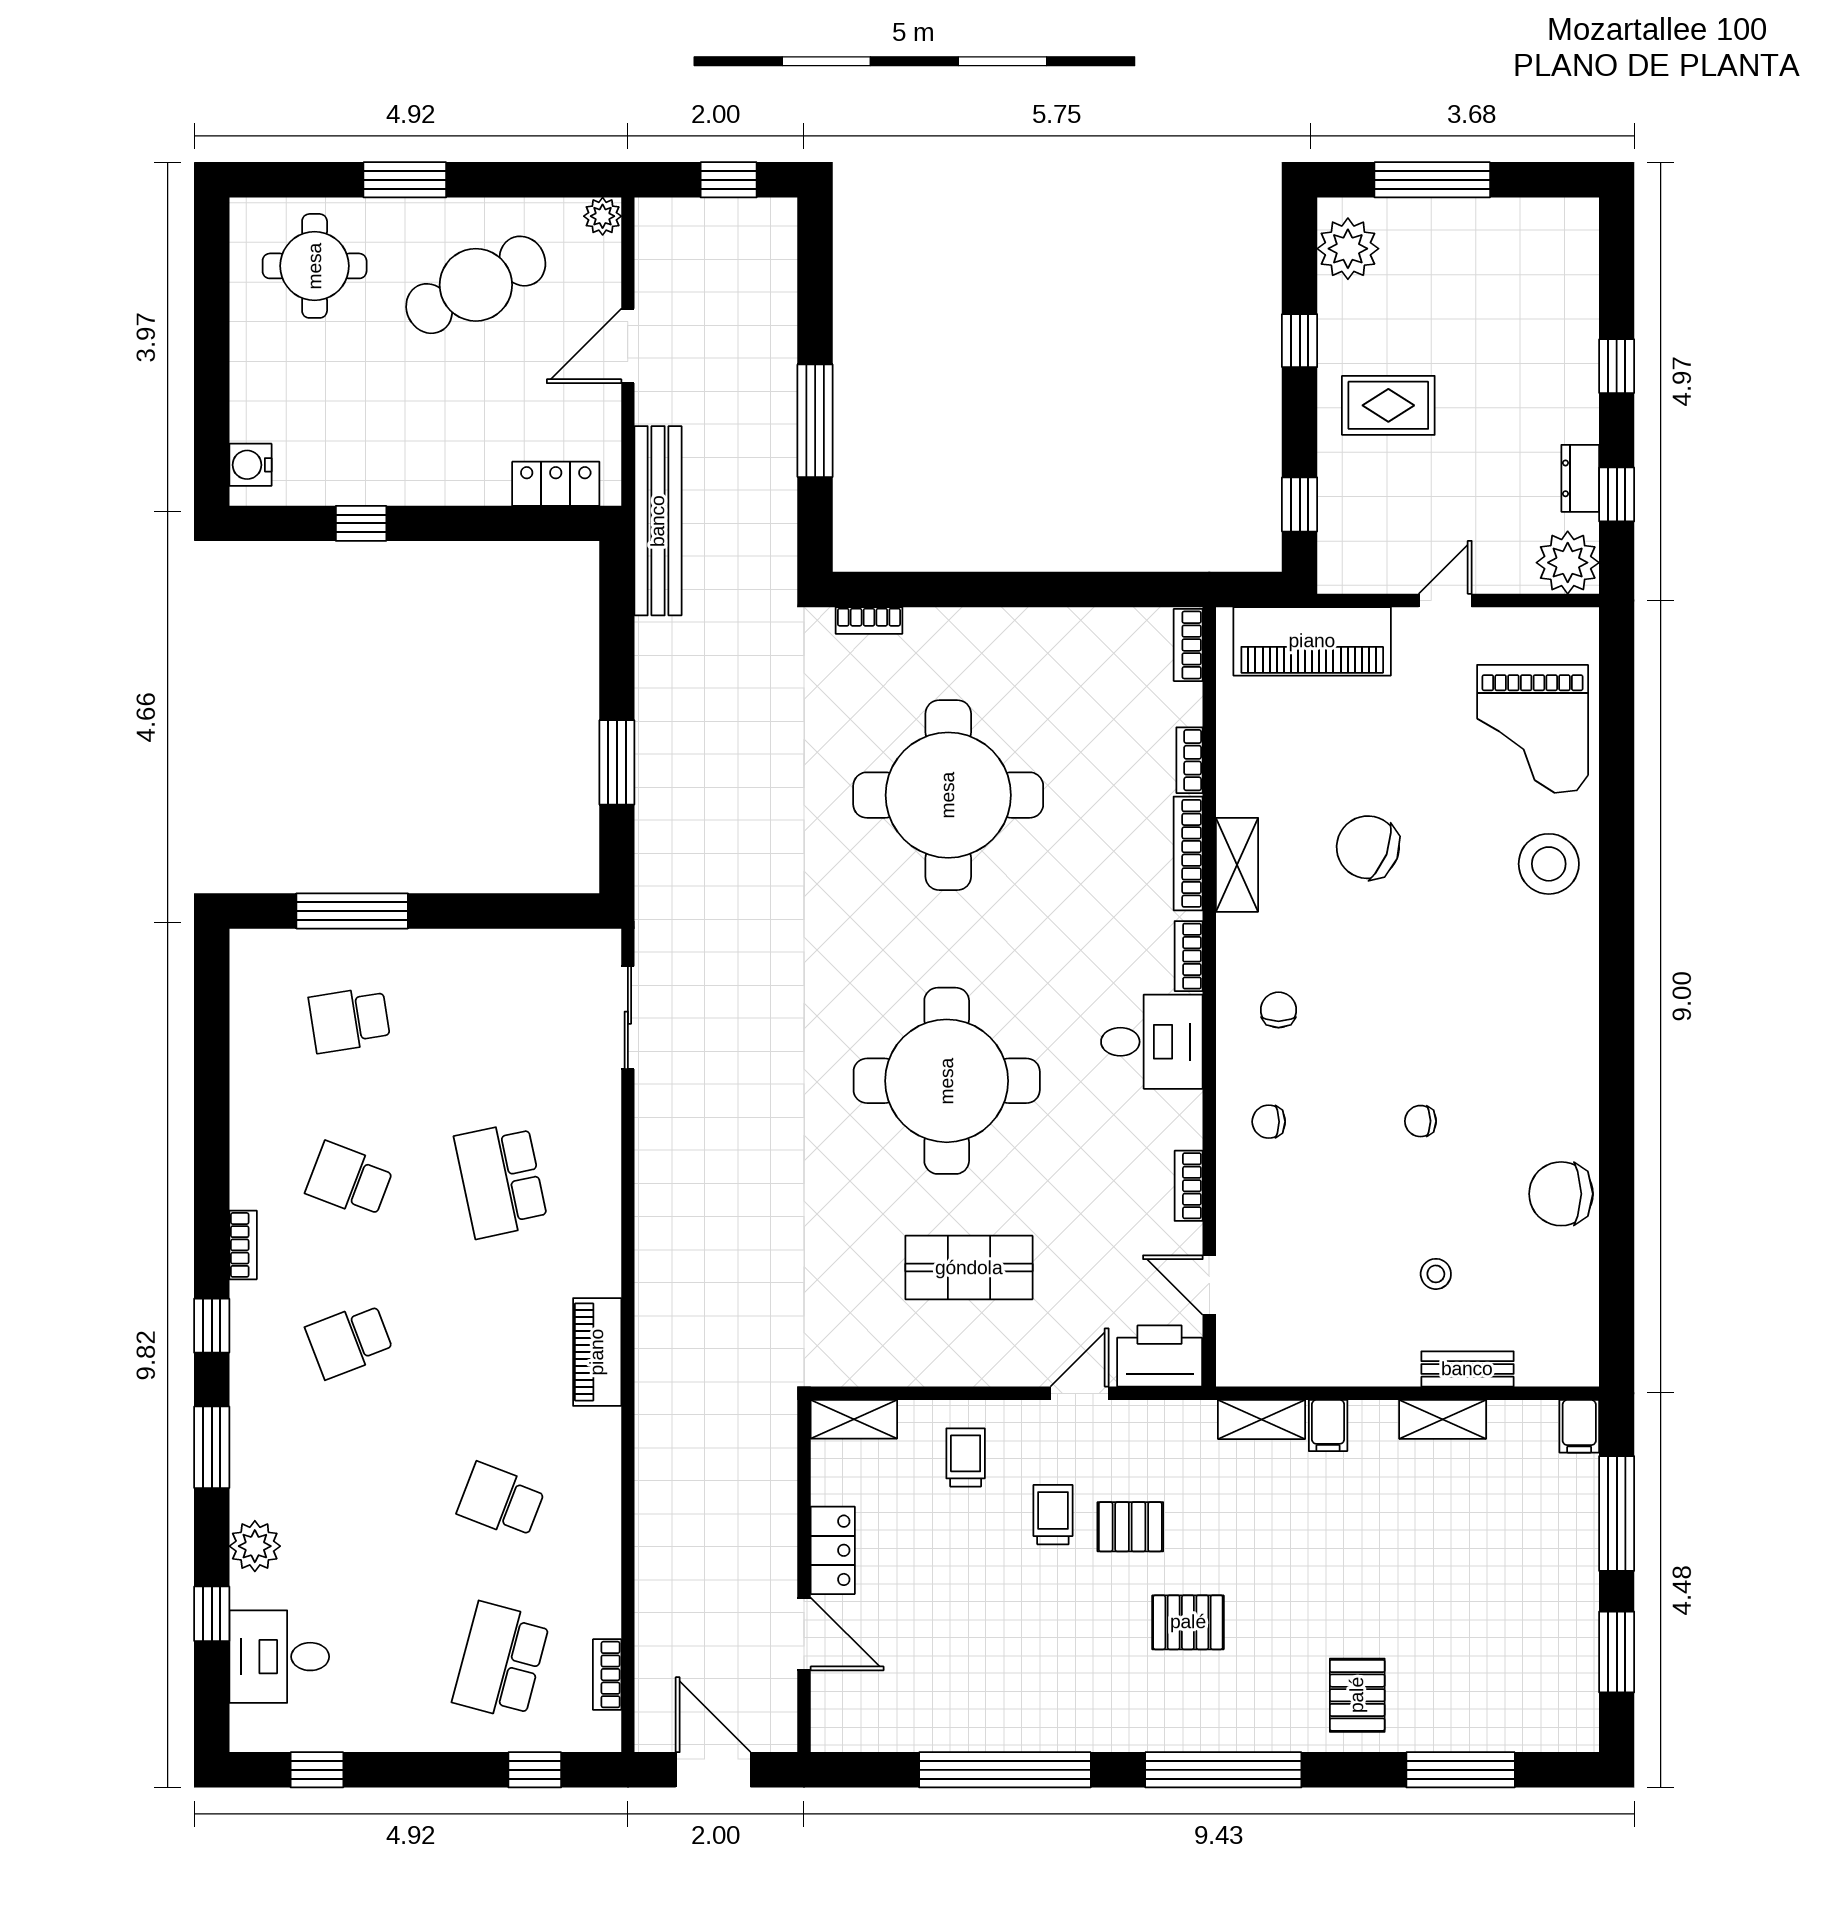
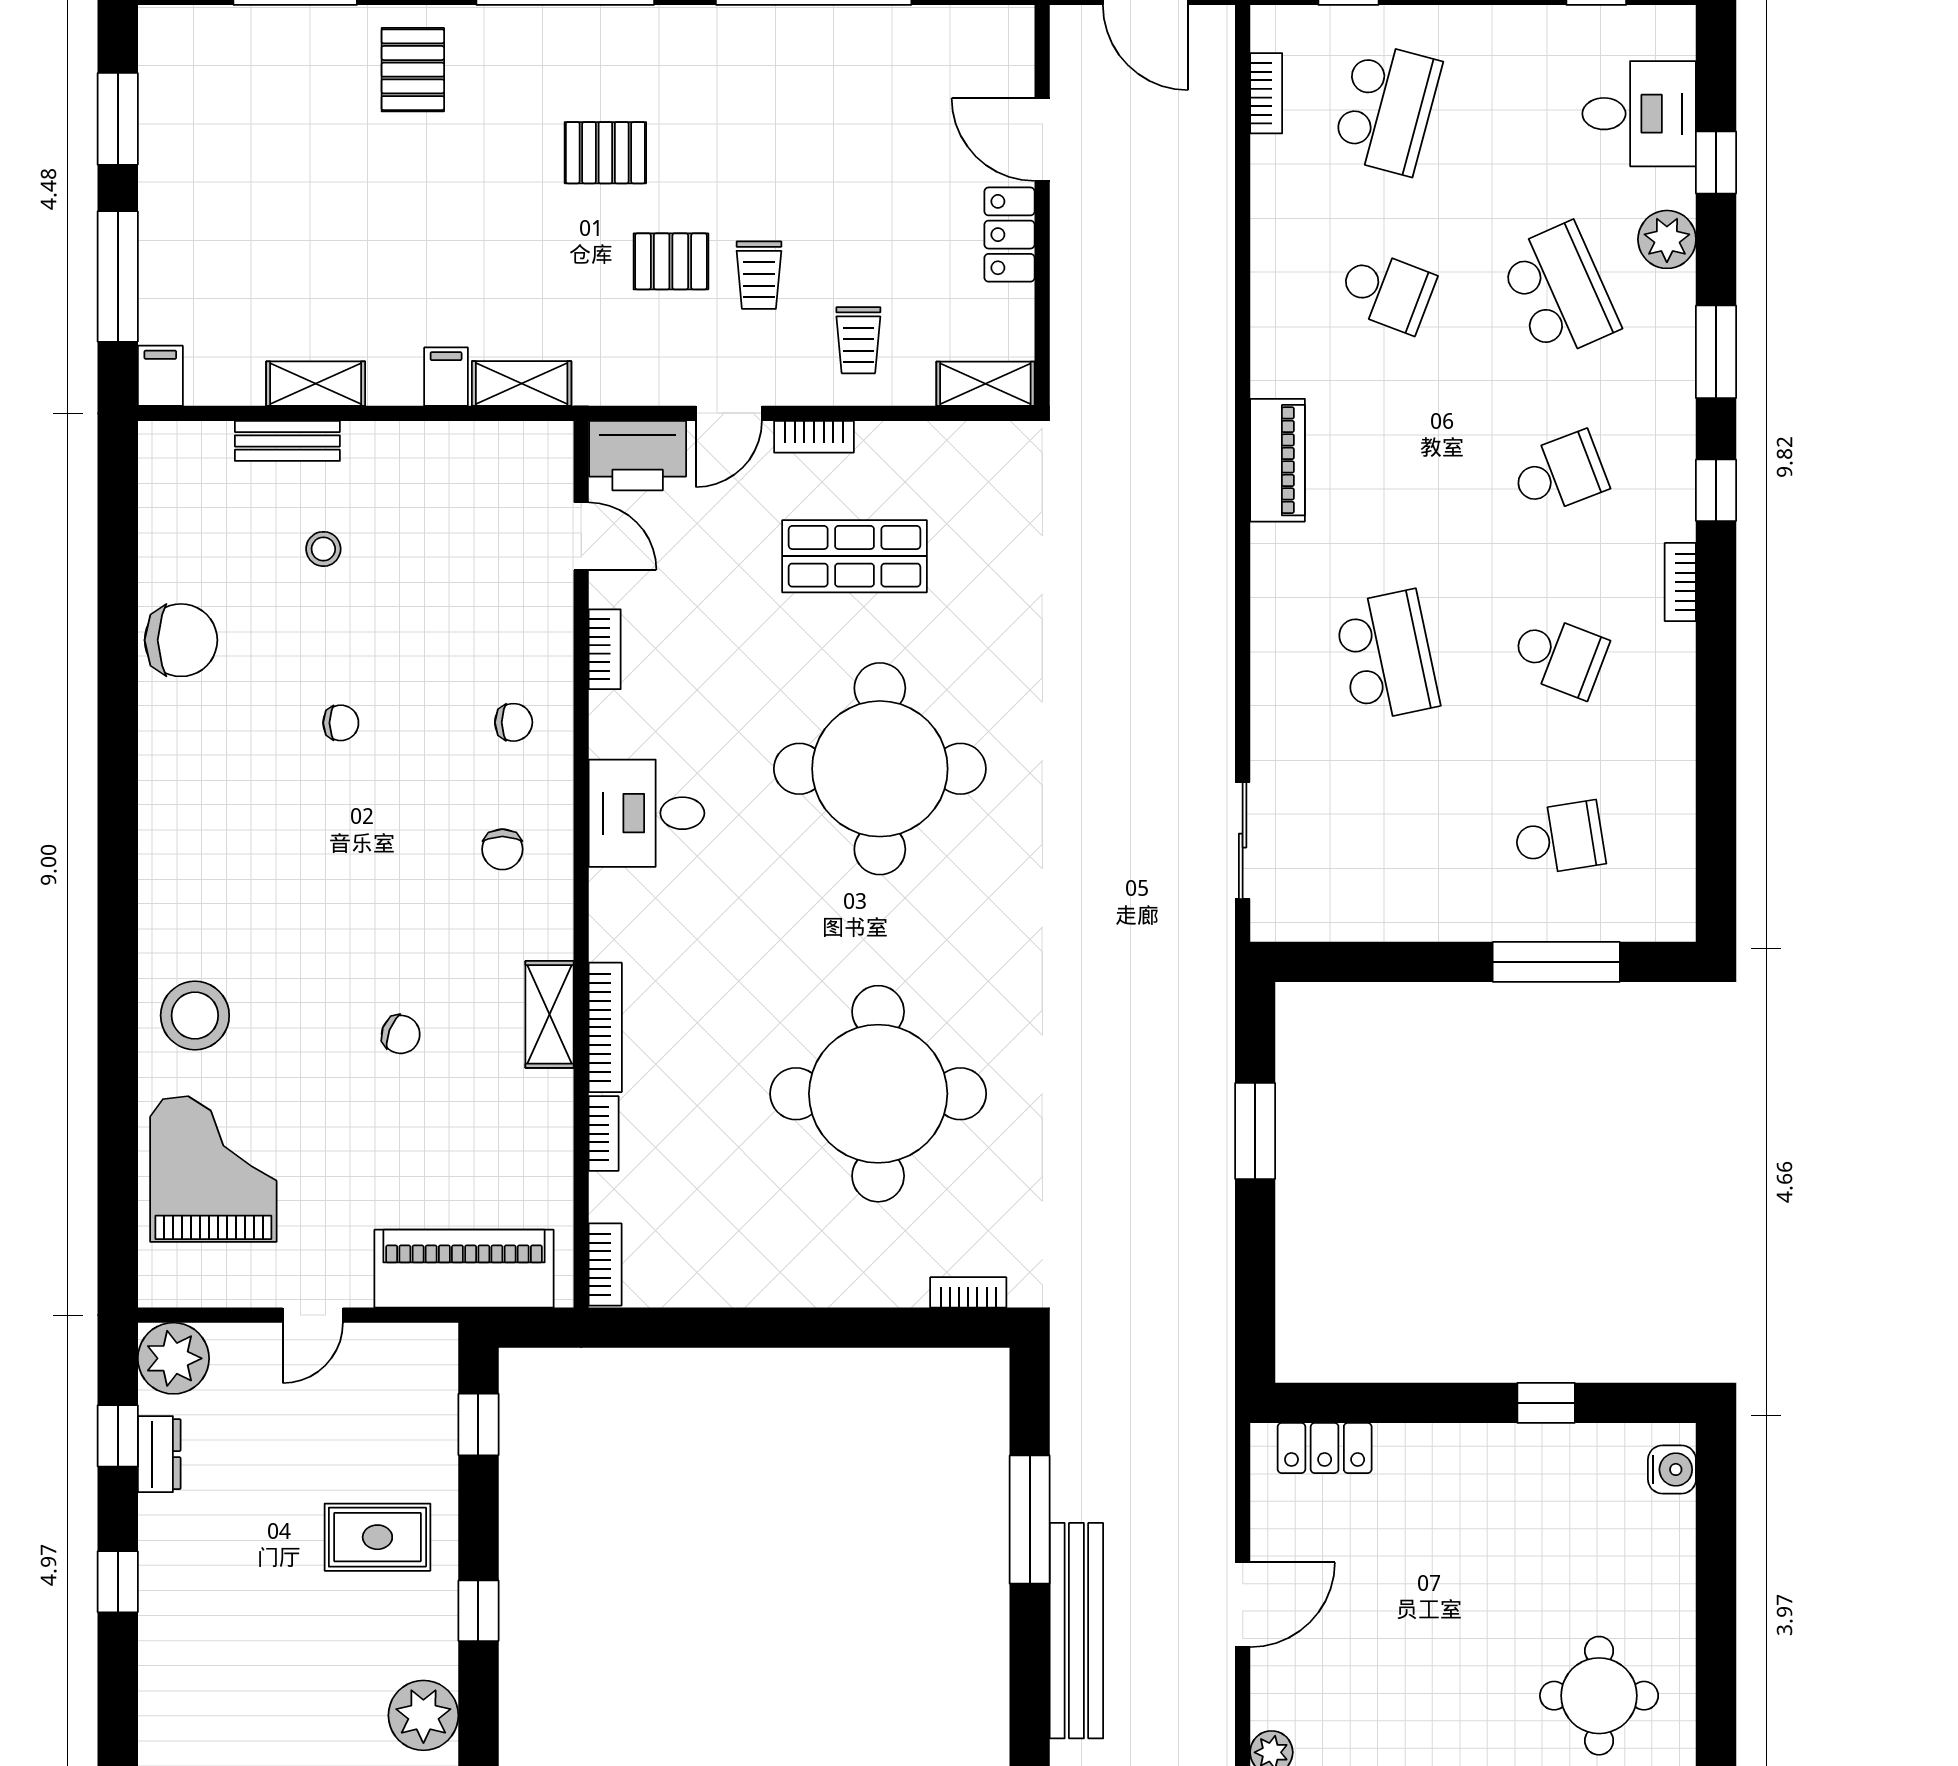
cafe table: (476, 285) -> (1416, 1674), removed
bench: (658, 521) -> (1076, 1631), moved
chair: (1368, 847) -> (401, 1034), width x0.54, depth x0.54
bookcase: (1189, 956) -> (814, 437), moved, turned 90
school desk: (349, 1501) -> (1559, 291), added

